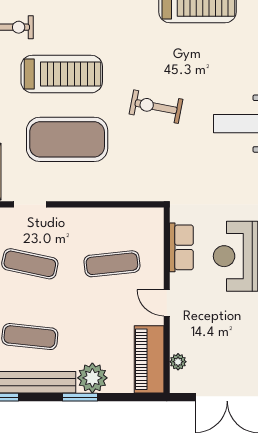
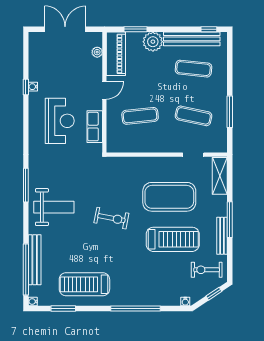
treadmill: (62, 74) -> (173, 239), turned 180
door: (167, 303) -> (104, 90), hinge flipped
window: (80, 397) -> (135, 29), moved

